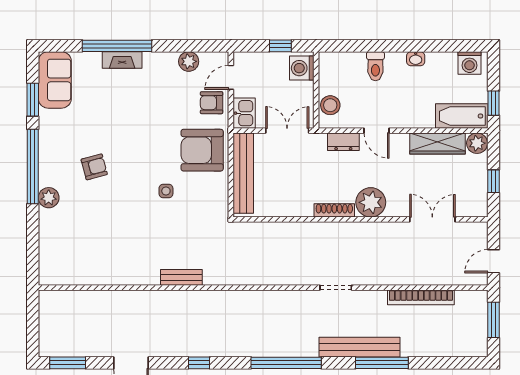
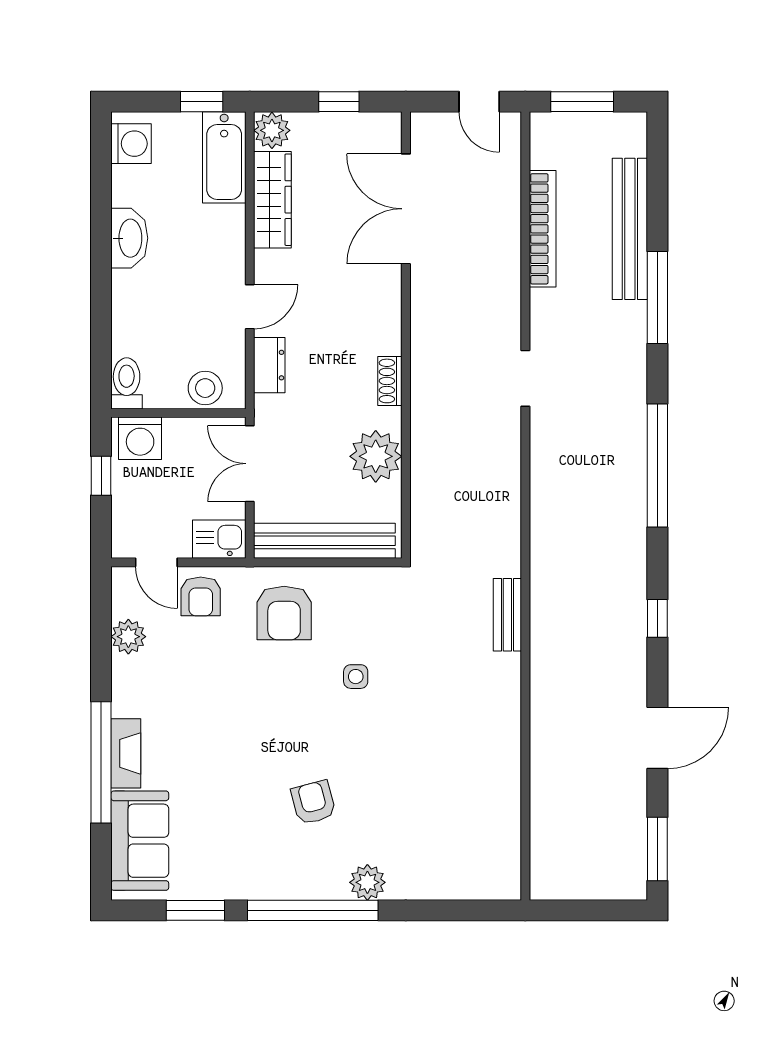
washbasin: (416, 59) -> (129, 238), width x1.91, depth x1.45
toilet: (375, 66) -> (127, 383), moved, turned -90
sofa: (55, 80) -> (140, 841), moved, turned 90
armchair: (202, 150) -> (284, 613), width x0.73, depth x0.73
plant: (371, 202) -> (376, 456), moved
shoe rack: (334, 210) -> (390, 381), width x0.70
double door: (432, 219) -> (406, 209), width x1.37
bench: (181, 277) -> (507, 615), moved
bench: (359, 347) -> (630, 229), moved

